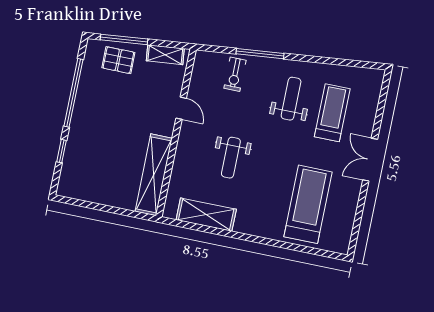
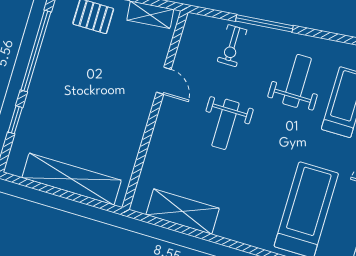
weight bench: (231, 158) -> (225, 124), moved
shelving: (154, 175) -> (72, 179), moved, turned 90

